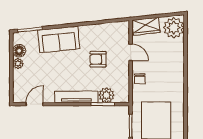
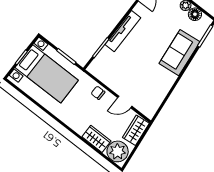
wardrobe: (177, 52) -> (96, 139), added
armchair: (98, 59) -> (139, 72), removed
plant: (107, 95) -> (106, 56), removed

